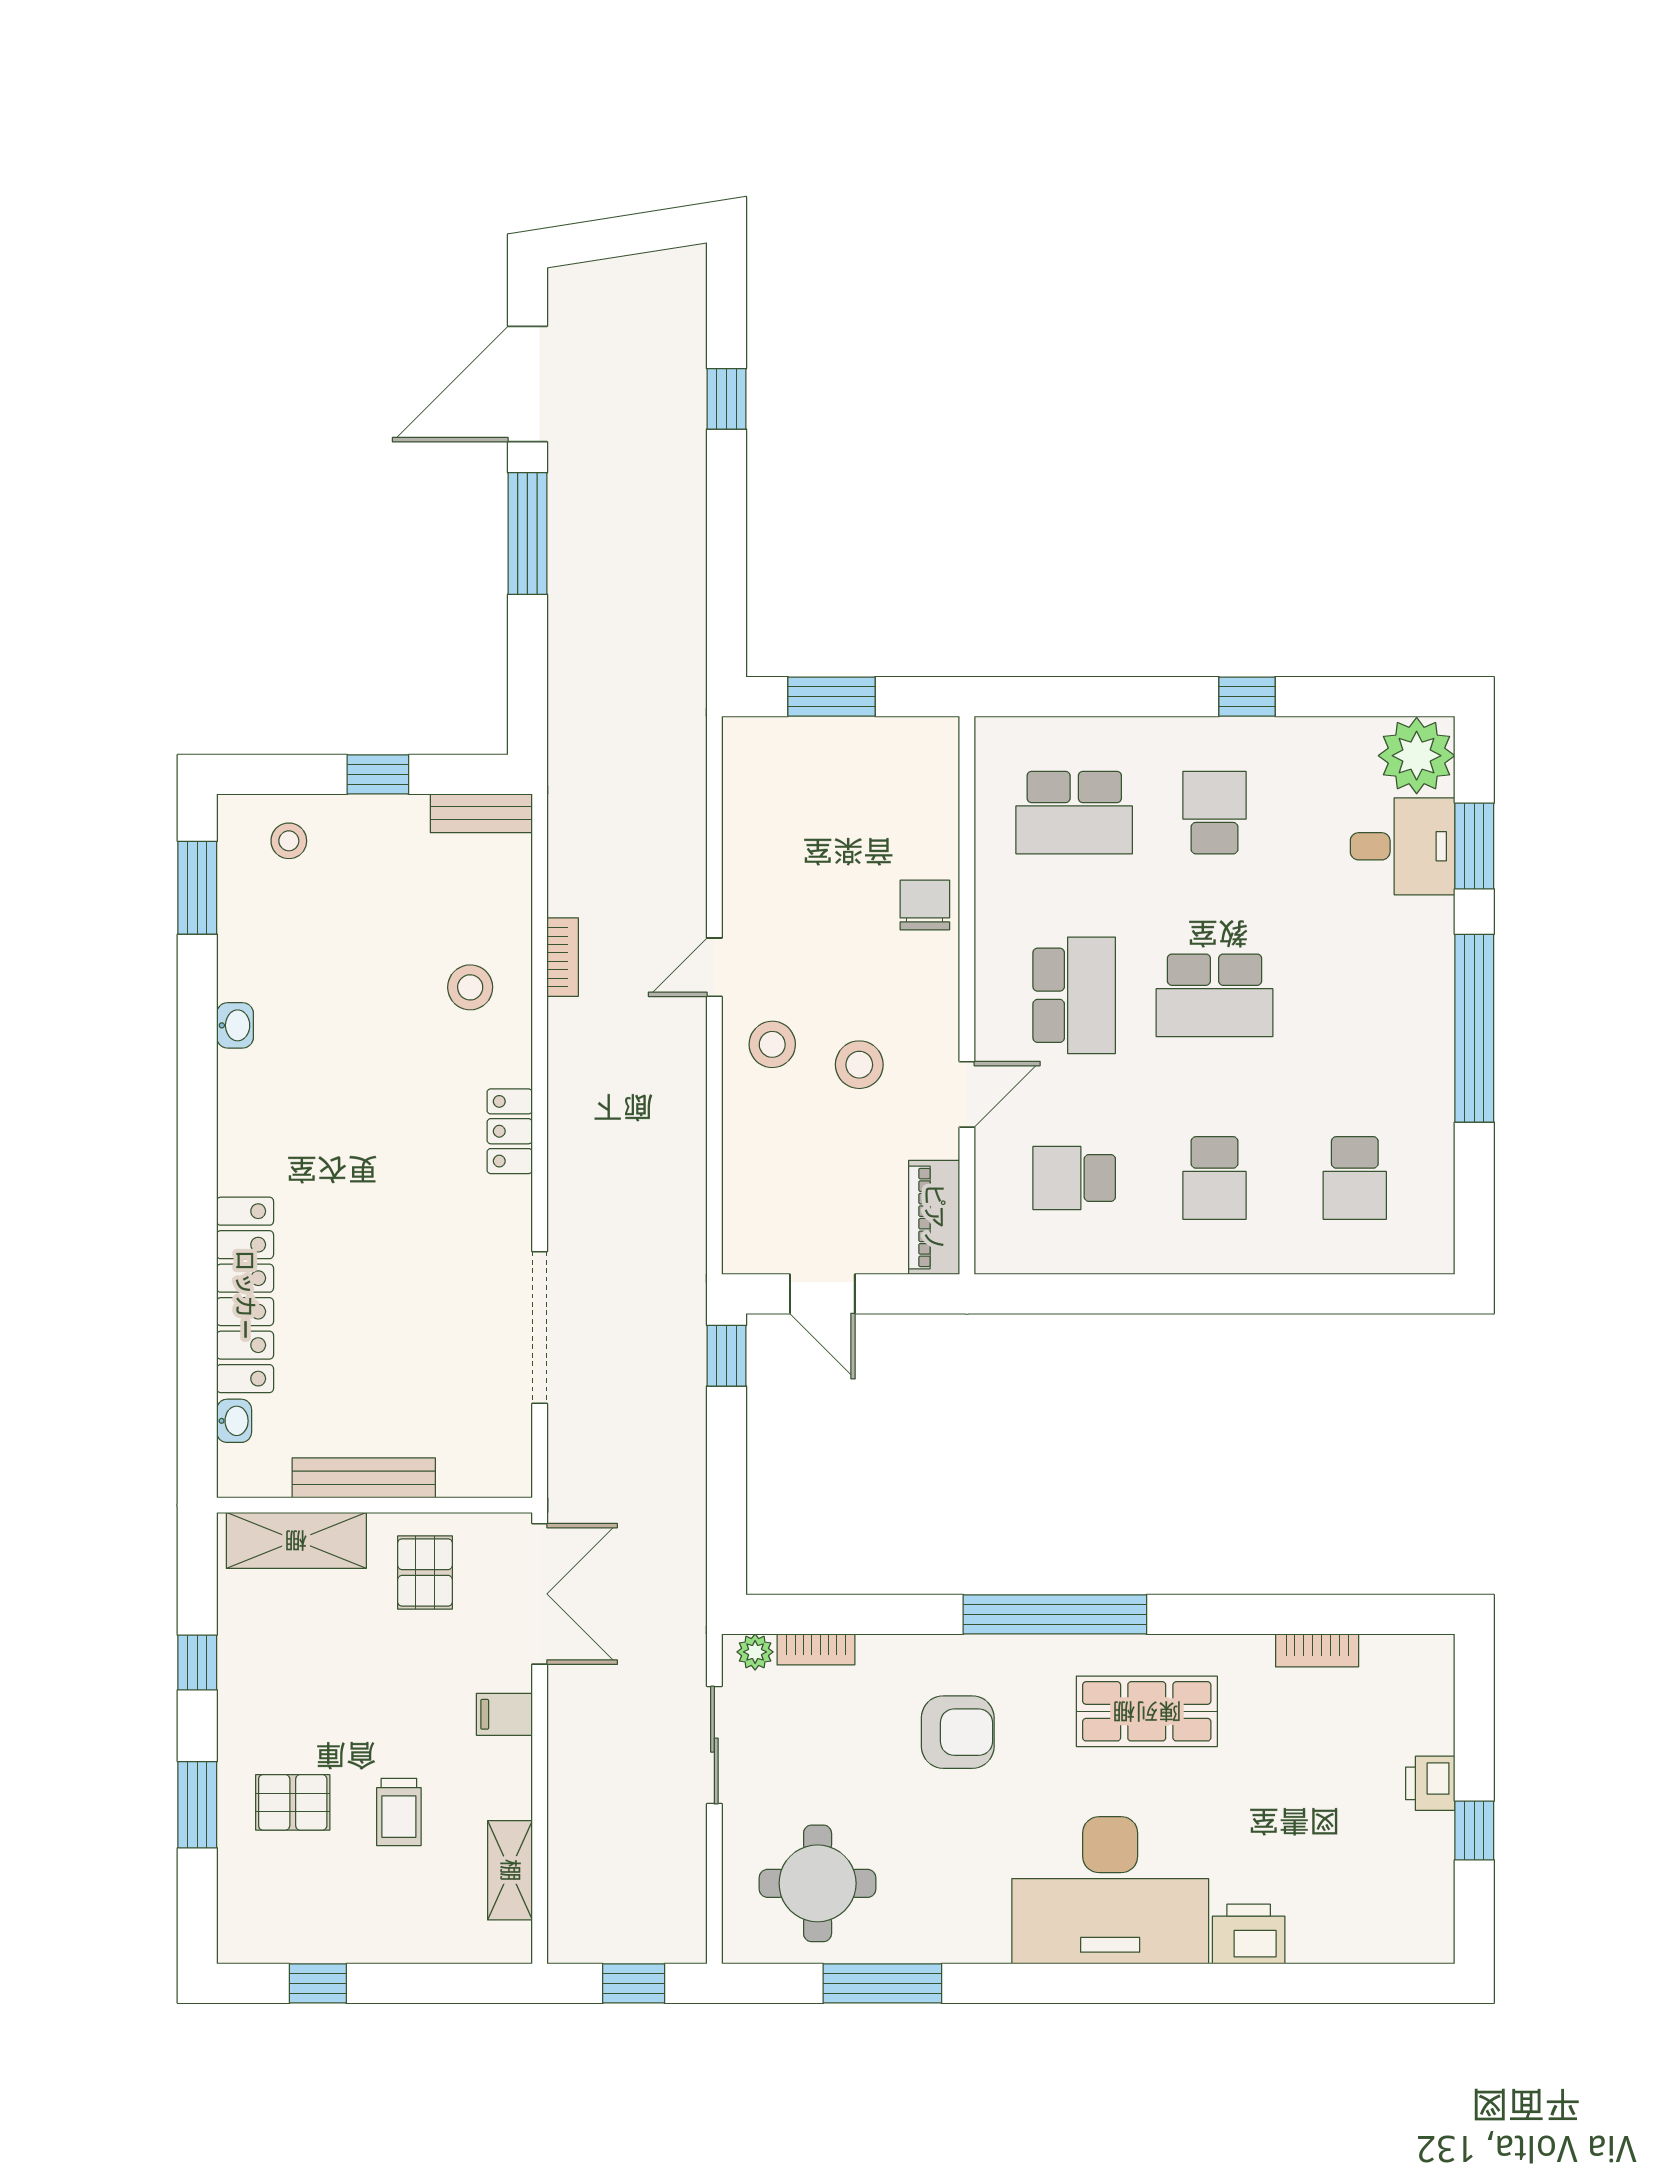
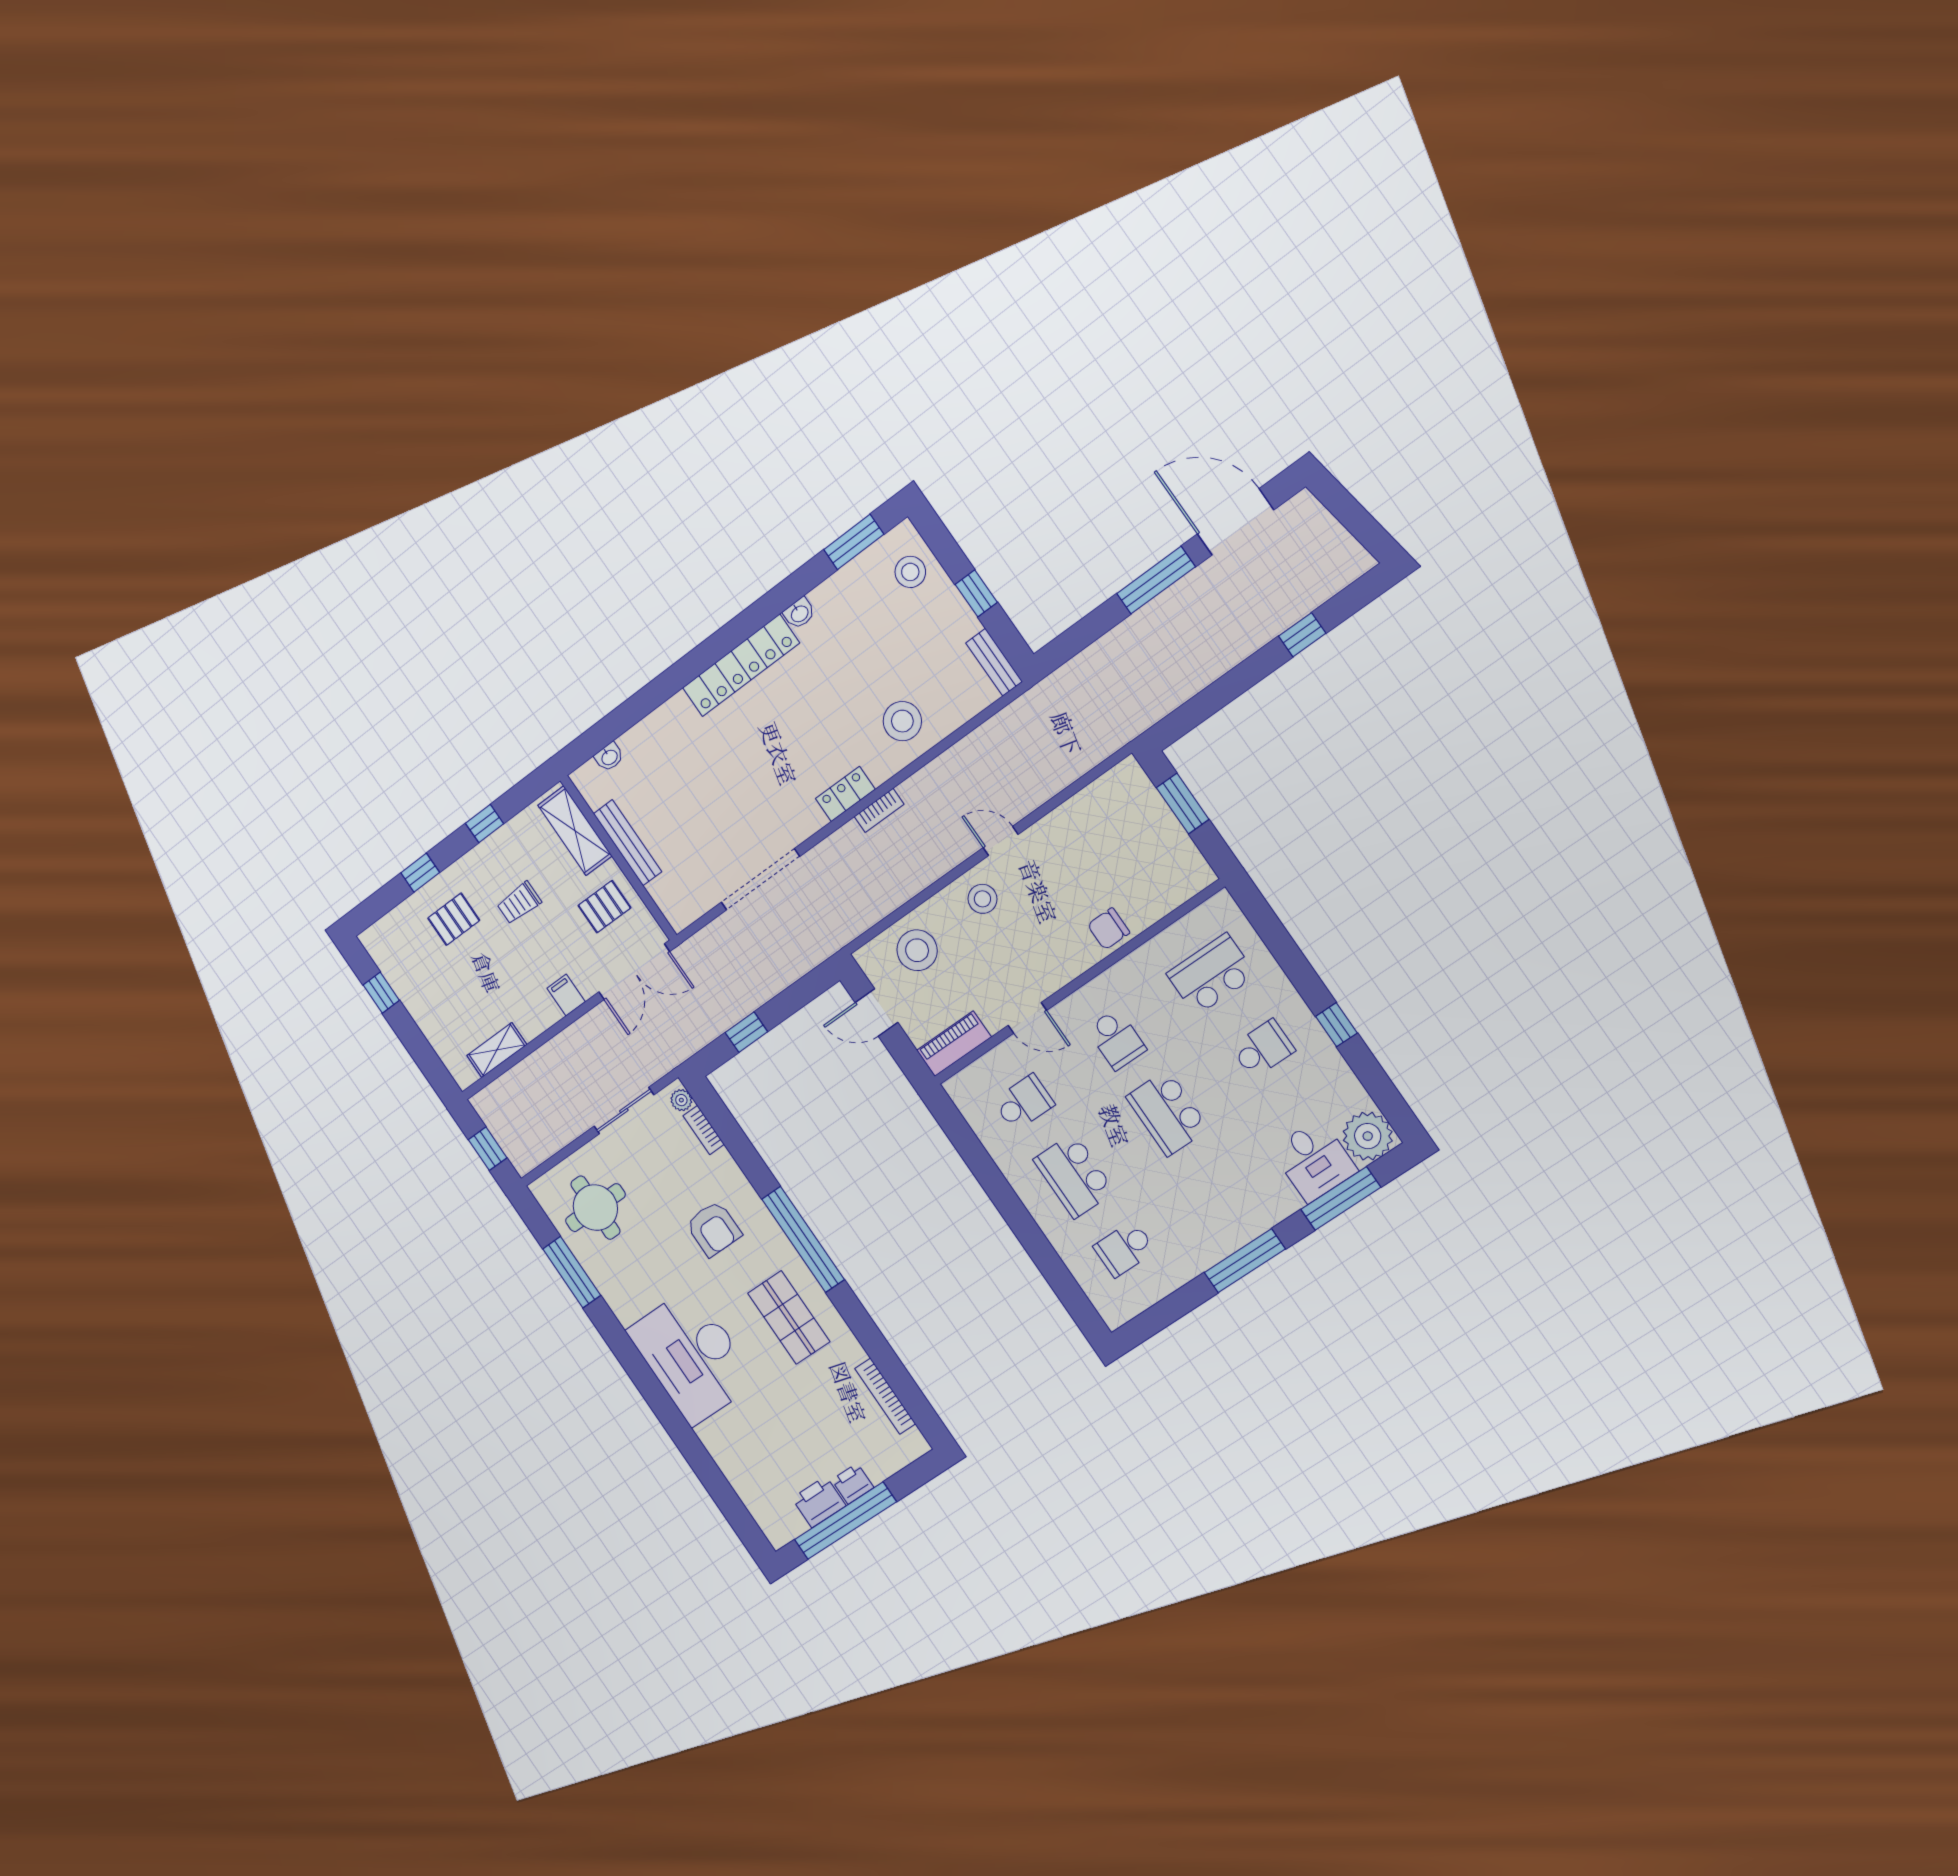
school desk: (1074, 813) -> (1211, 974), turned 90
stool: (289, 841) -> (910, 572), width x1.37, depth x1.37
window: (1474, 846) -> (1341, 1198), width x1.44
chair: (925, 905) -> (1109, 929), turned 180
bookcase: (563, 957) -> (879, 810), moved
stool: (470, 987) -> (902, 721), width x1.38, depth x1.38
school desk: (1074, 995) -> (1116, 1039), width x0.54
window: (1474, 1028) -> (1245, 1261), width x0.68
stool: (859, 1065) -> (917, 950), moved, width x1.38, depth x1.38
school desk: (1074, 1178) -> (1024, 1103), turned 90
school desk: (1215, 1178) -> (1074, 1176), width x1.85
door: (822, 1294) -> (877, 1013), hinge flipped
locker: (245, 1295) -> (741, 665), moved
window: (727, 1356) -> (746, 1032), moved
bookcase: (1317, 1650) -> (885, 1396), width x1.56
pallet: (293, 1802) -> (454, 919), turned 90
window: (197, 1805) -> (420, 873), width x0.67
trolley: (399, 1812) -> (519, 903), moved
window: (1474, 1831) -> (845, 1521), width x3.17
printer: (1249, 1934) -> (819, 1502), moved, turned -90

